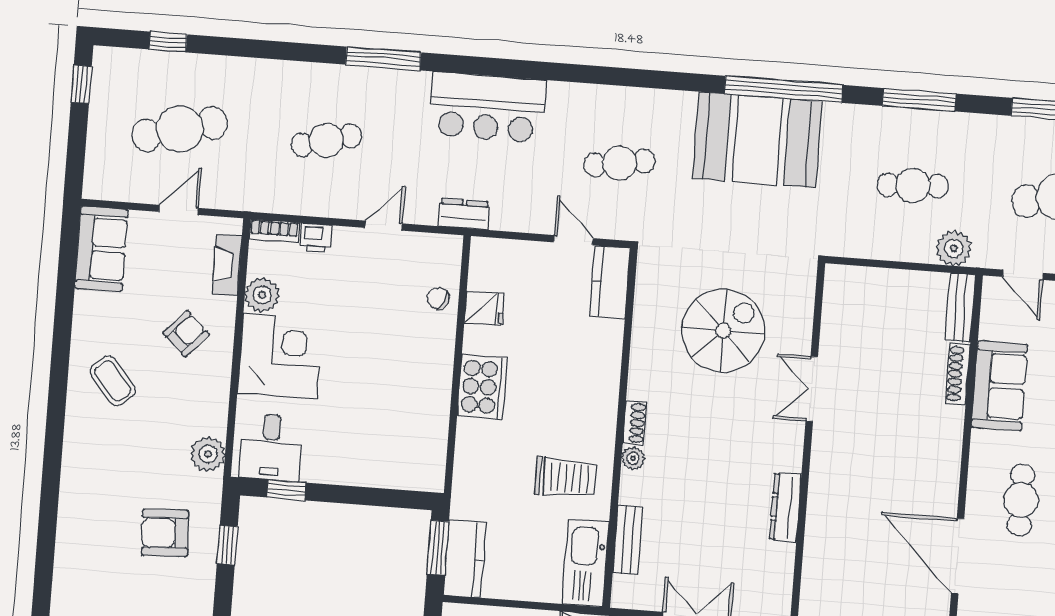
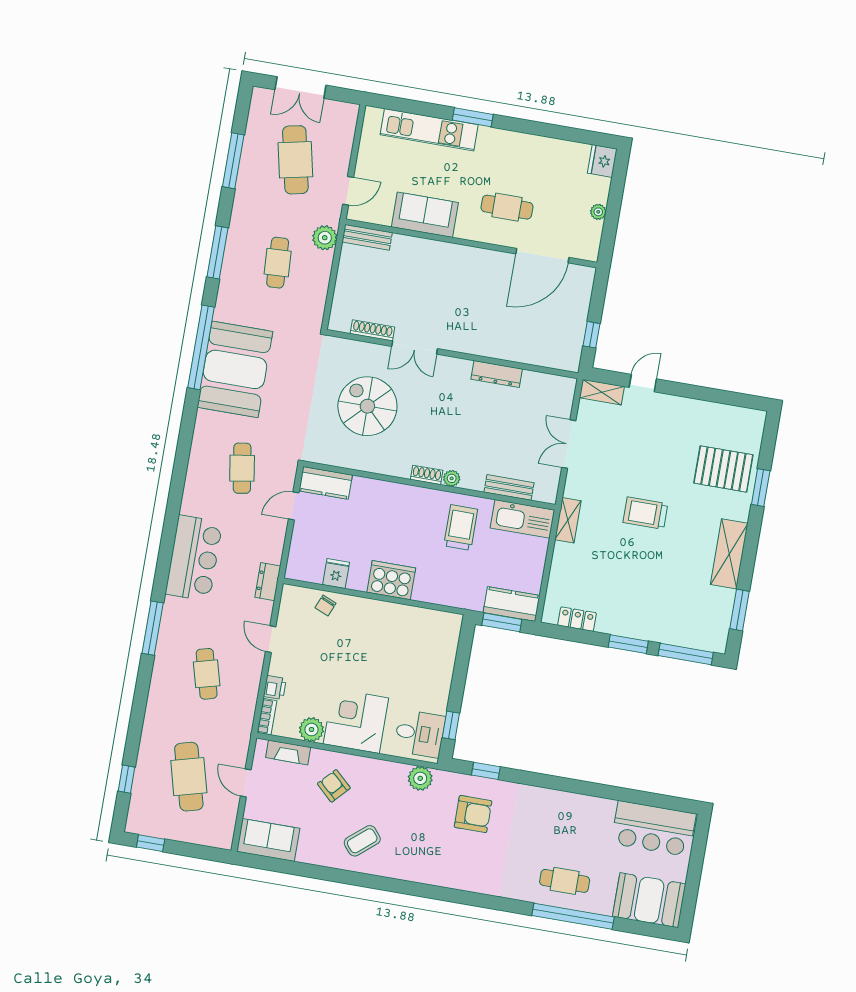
shoe rack: (958, 374) -> (372, 330), moved, turned 180
armchair: (165, 533) -> (473, 814), turned -87

